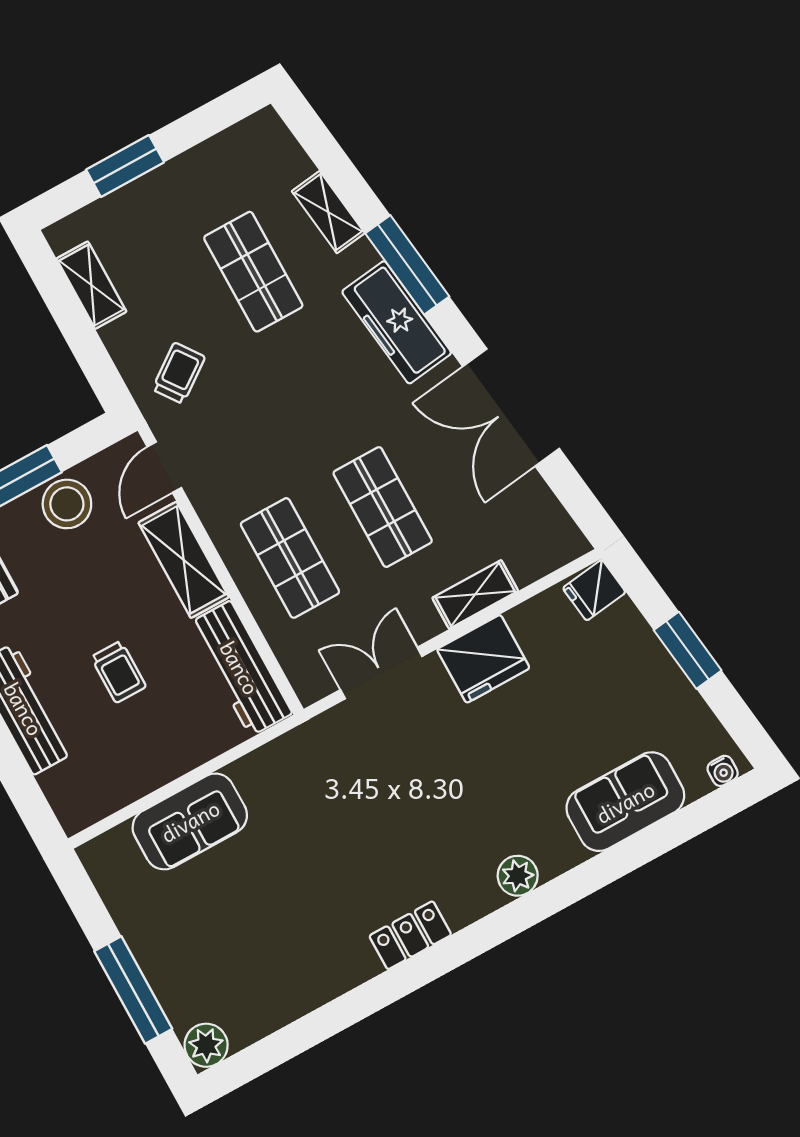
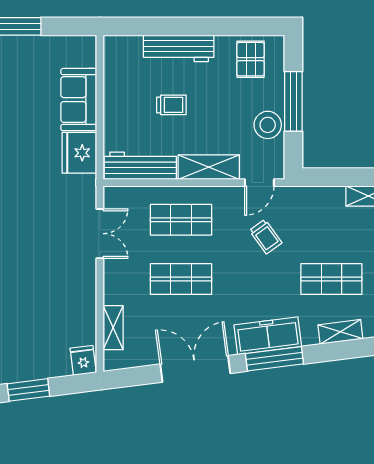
window: (407, 265) -> (274, 359), moved
trolley: (179, 373) -> (266, 237), moved
door: (164, 467) -> (259, 183), swing flipped
shelving: (475, 594) -> (113, 328), moved
fridge: (483, 659) -> (79, 153), moved
trolley: (119, 672) -> (171, 105), turned 180

